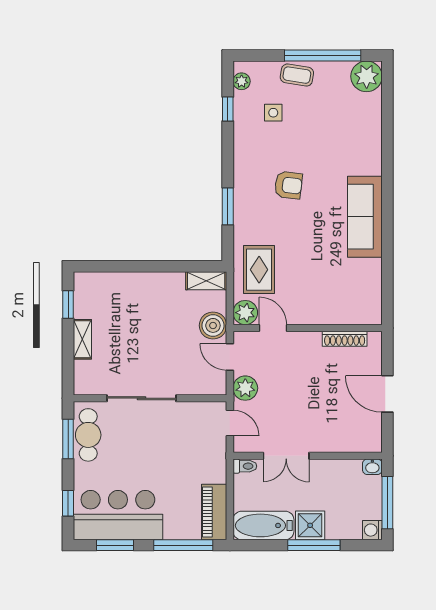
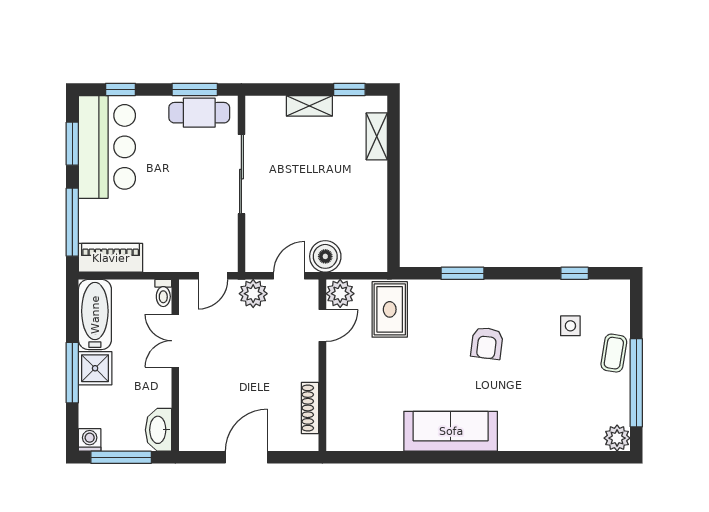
plant: (367, 76) -> (617, 438), width x0.73, depth x0.73
plant: (242, 81) -> (607, 289), removed
rug: (259, 270) -> (390, 309), turned 90
shelving: (206, 281) -> (377, 136), moved
washbasin: (372, 467) -> (159, 430), width x1.91, depth x1.45

